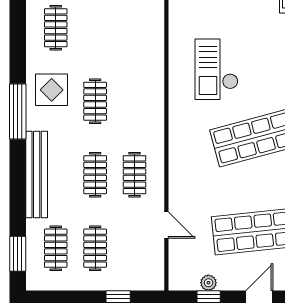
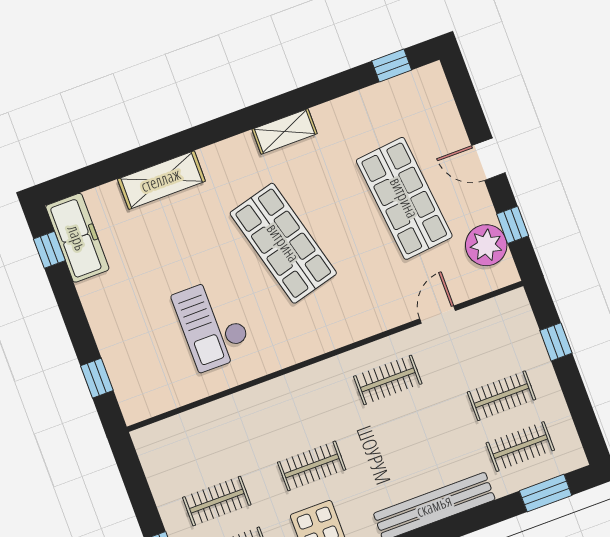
checkout: (217, 69) -> (212, 324), turned 90
clothes rail: (95, 175) -> (217, 501), moved
plant: (208, 283) -> (486, 245), width x1.87, depth x1.87

